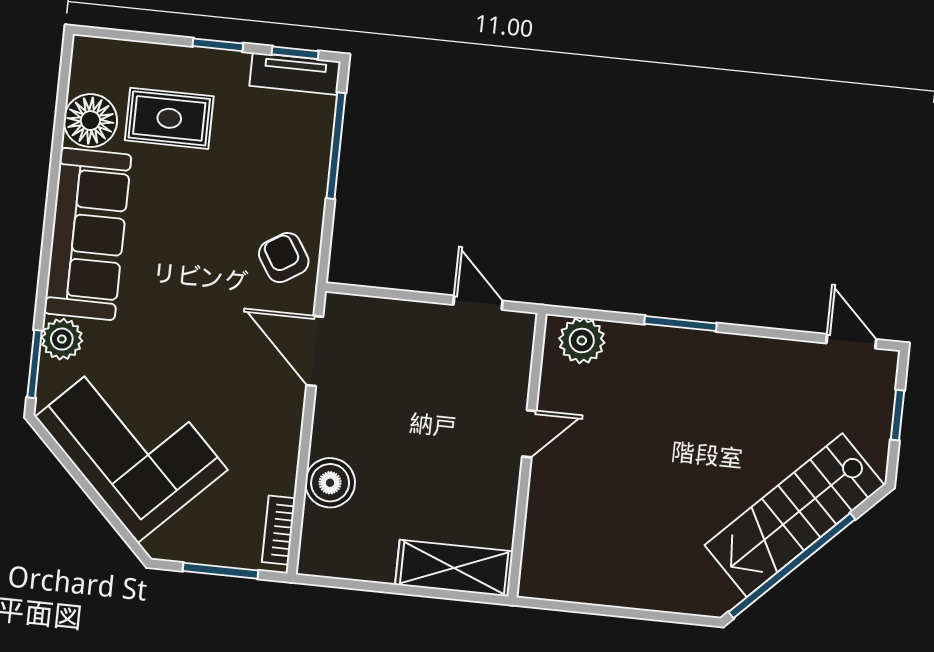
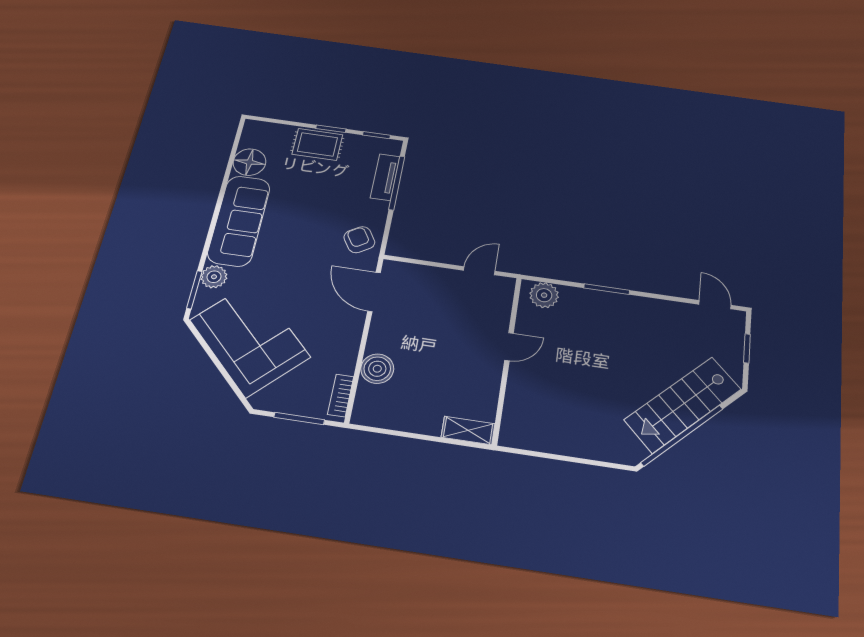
tv unit: (295, 74) -> (385, 177), moved, turned 90
rug: (169, 118) -> (317, 144), moved
door: (478, 303) -> (479, 271), hinge flipped
shelving: (454, 568) -> (468, 430), width x0.67, depth x0.75

